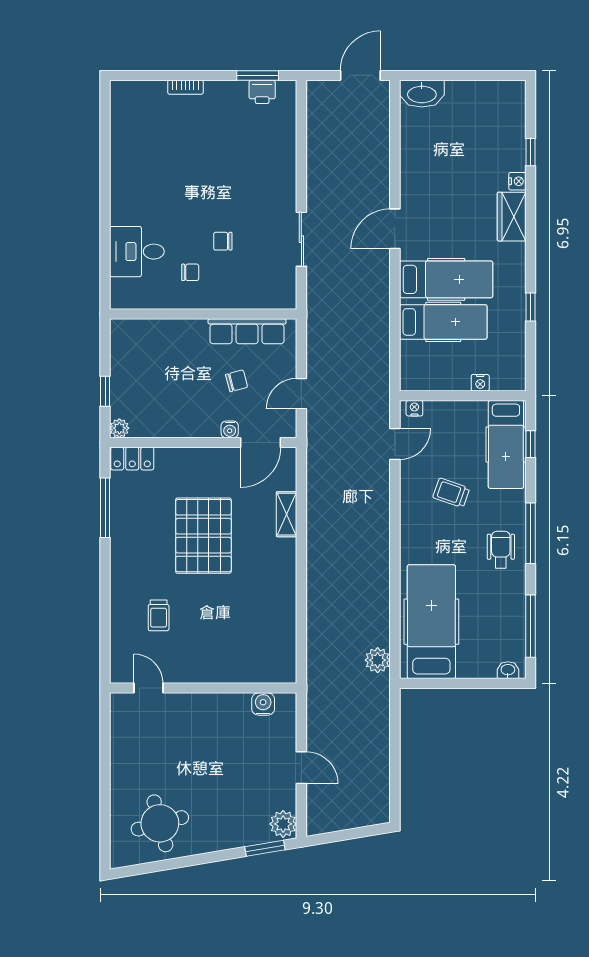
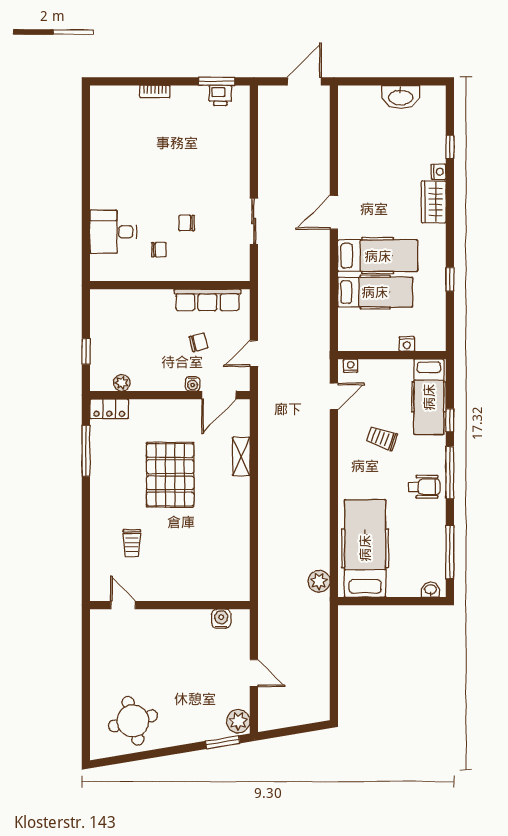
washbasin: (422, 94) -> (401, 97), moved
plant: (119, 428) -> (122, 383), moved
window: (531, 444) -> (450, 420), moved
wheelchair: (501, 550) -> (424, 487), turned 90

